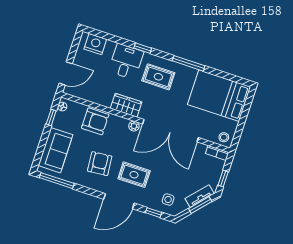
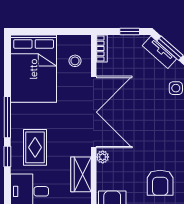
window: (143, 48) -> (7, 156), moved
stool: (224, 137) -> (75, 61), moved
armchair: (100, 164) -> (160, 183), turned -85
rug: (134, 175) -> (160, 138), removed

